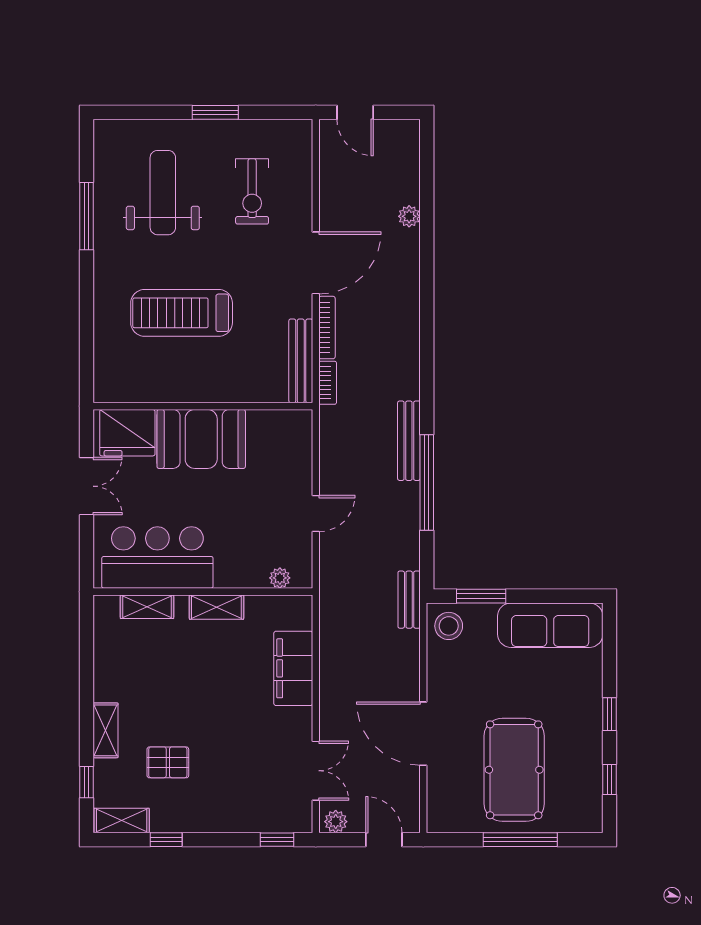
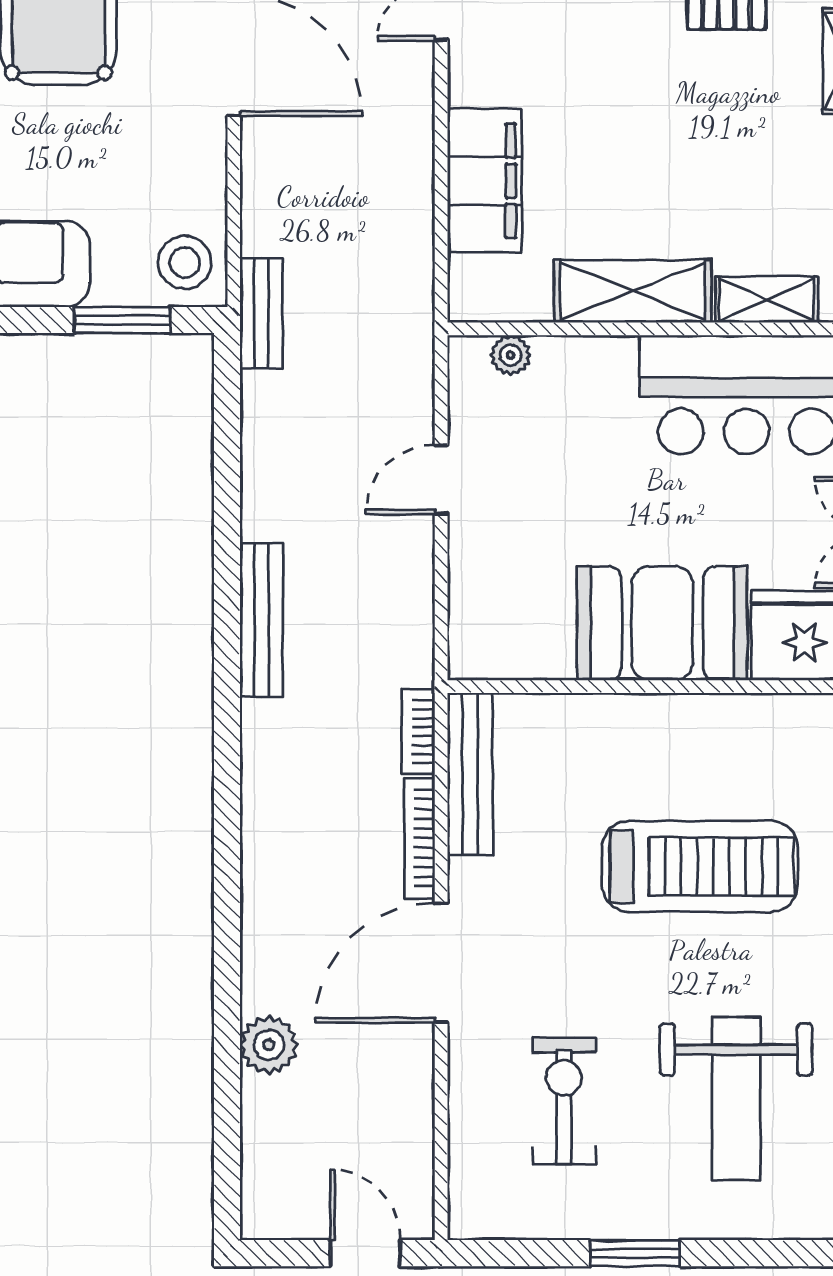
plant: (409, 216) -> (269, 1045), width x1.38, depth x1.38
window: (427, 482) -> (227, 539), removed
shelving: (216, 607) -> (633, 291), width x1.50, depth x1.33

